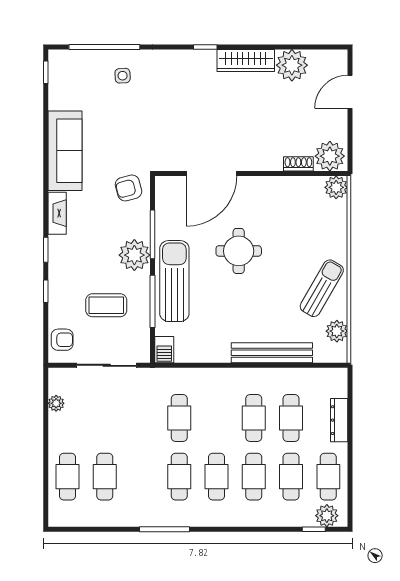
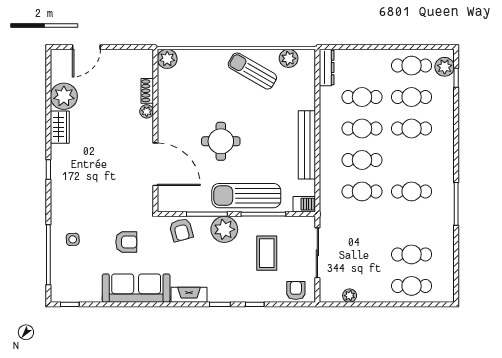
wardrobe: (246, 60) -> (60, 127), width x0.67
door: (350, 92) -> (86, 47), hinge flipped
armchair: (119, 139) -> (126, 242), added
plant: (330, 156) -> (147, 111), moved, width x0.53, depth x0.53
armchair: (129, 188) -> (181, 230), moved
bench: (272, 353) -> (307, 145), moved
dresser: (339, 420) -> (327, 67), moved, turned -90
cafe table: (217, 477) -> (362, 160), moved

